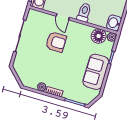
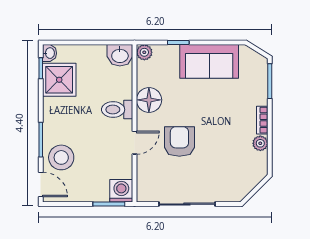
floor lamp: (99, 36) -> (149, 100), moved

